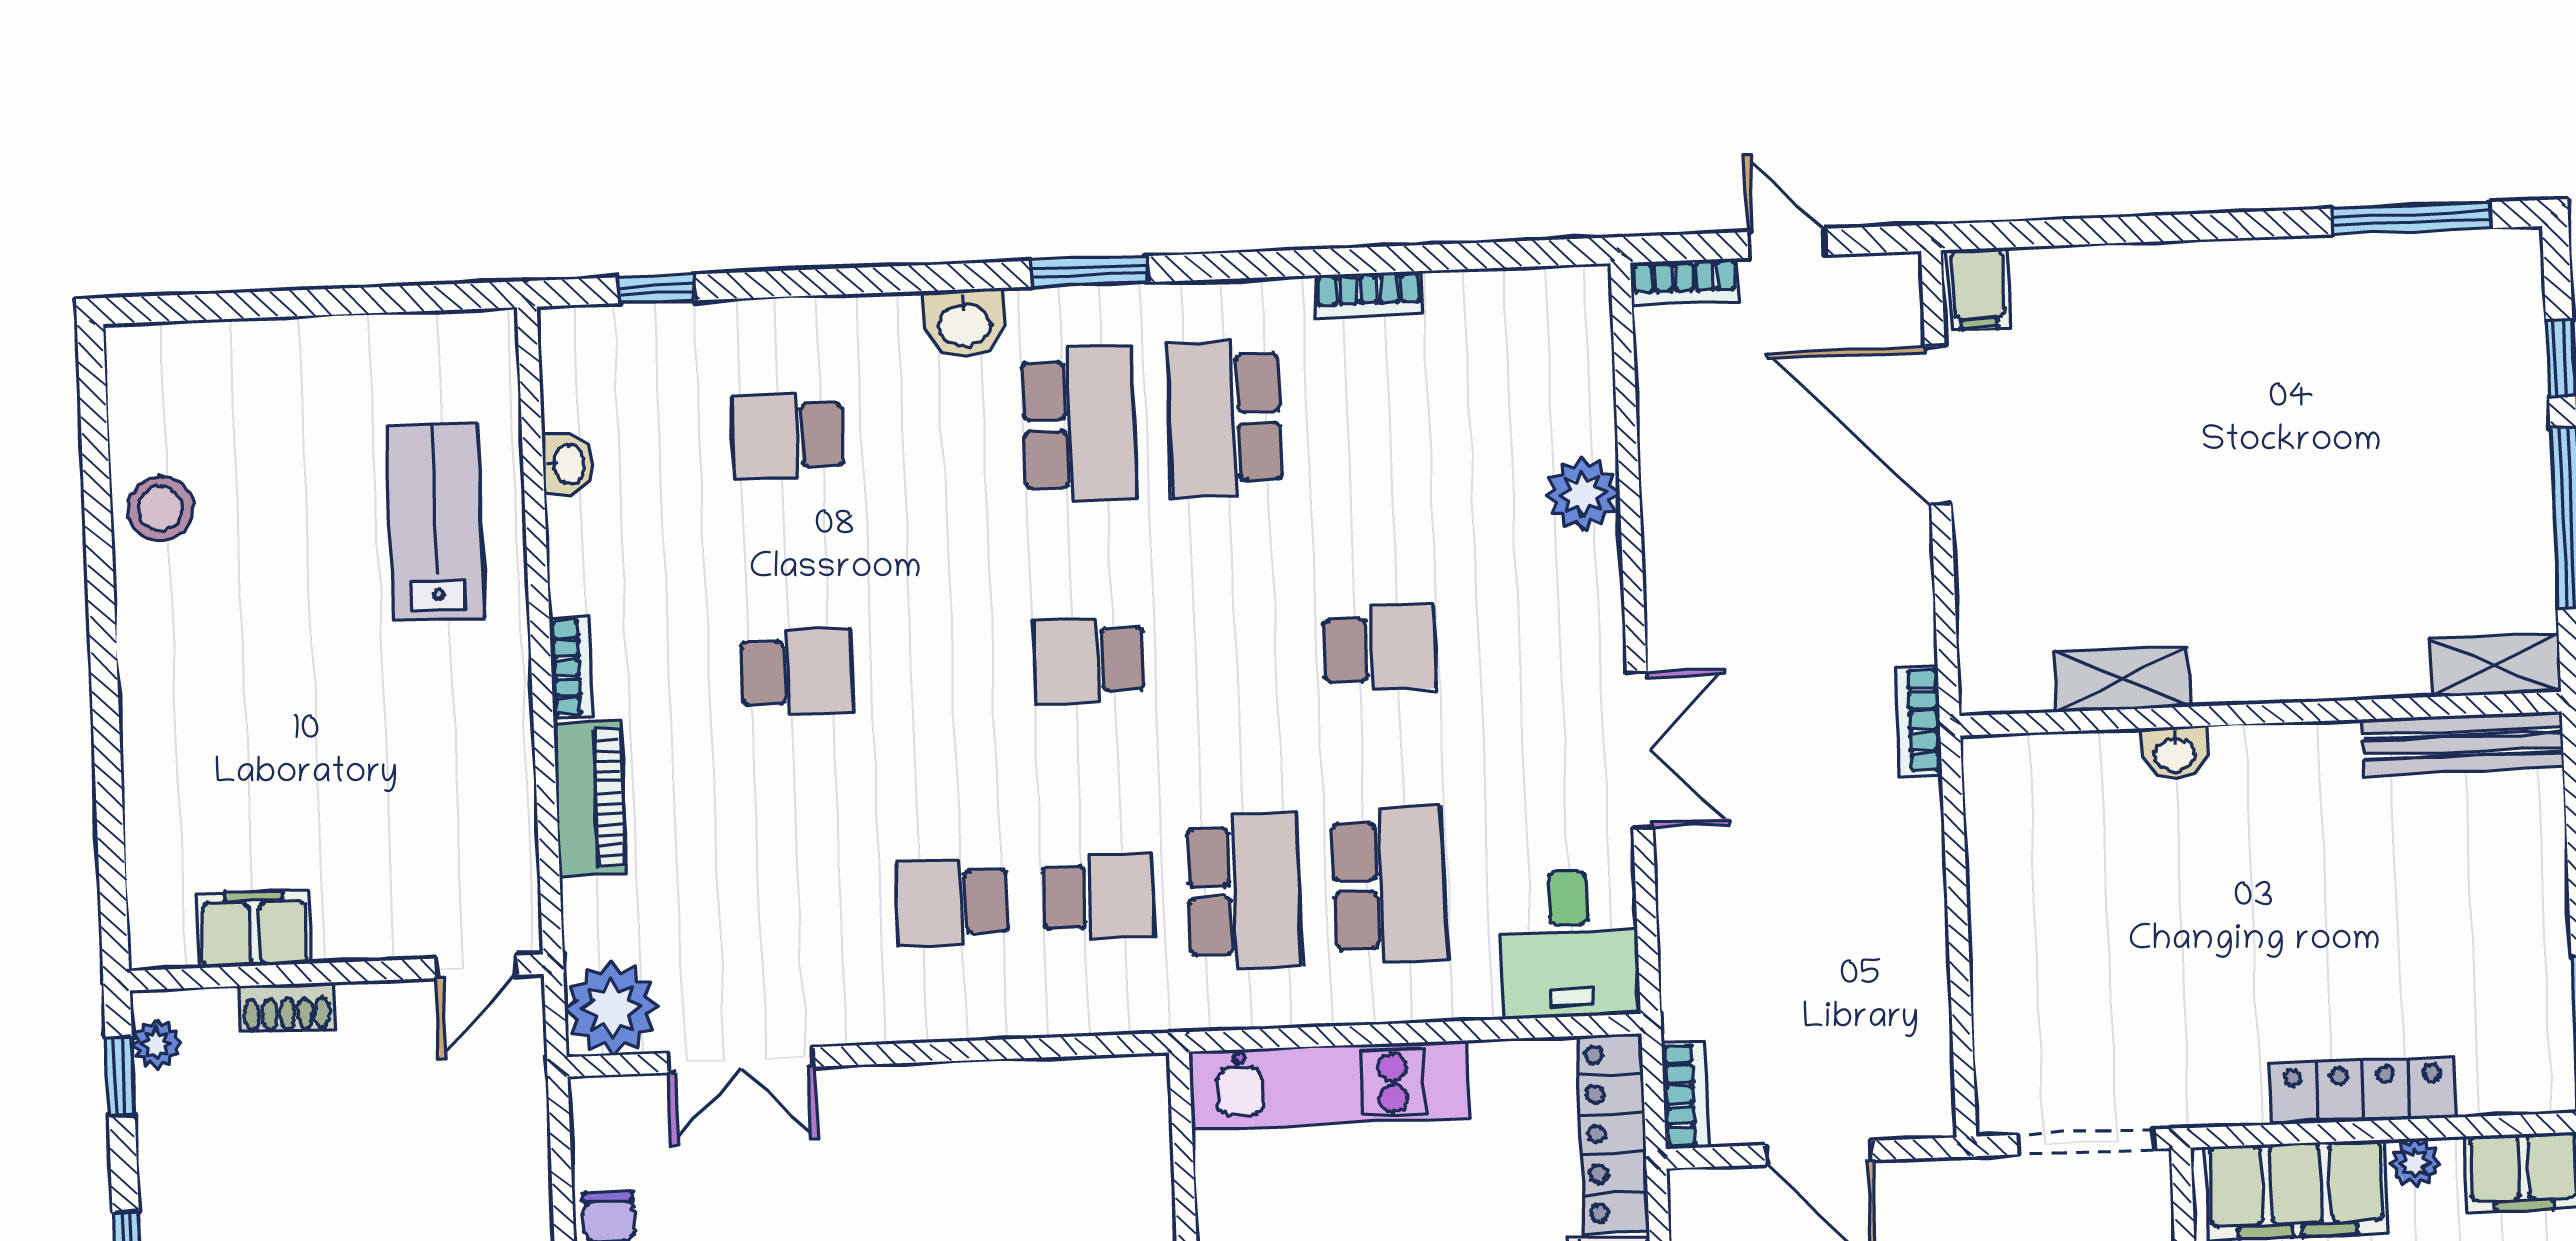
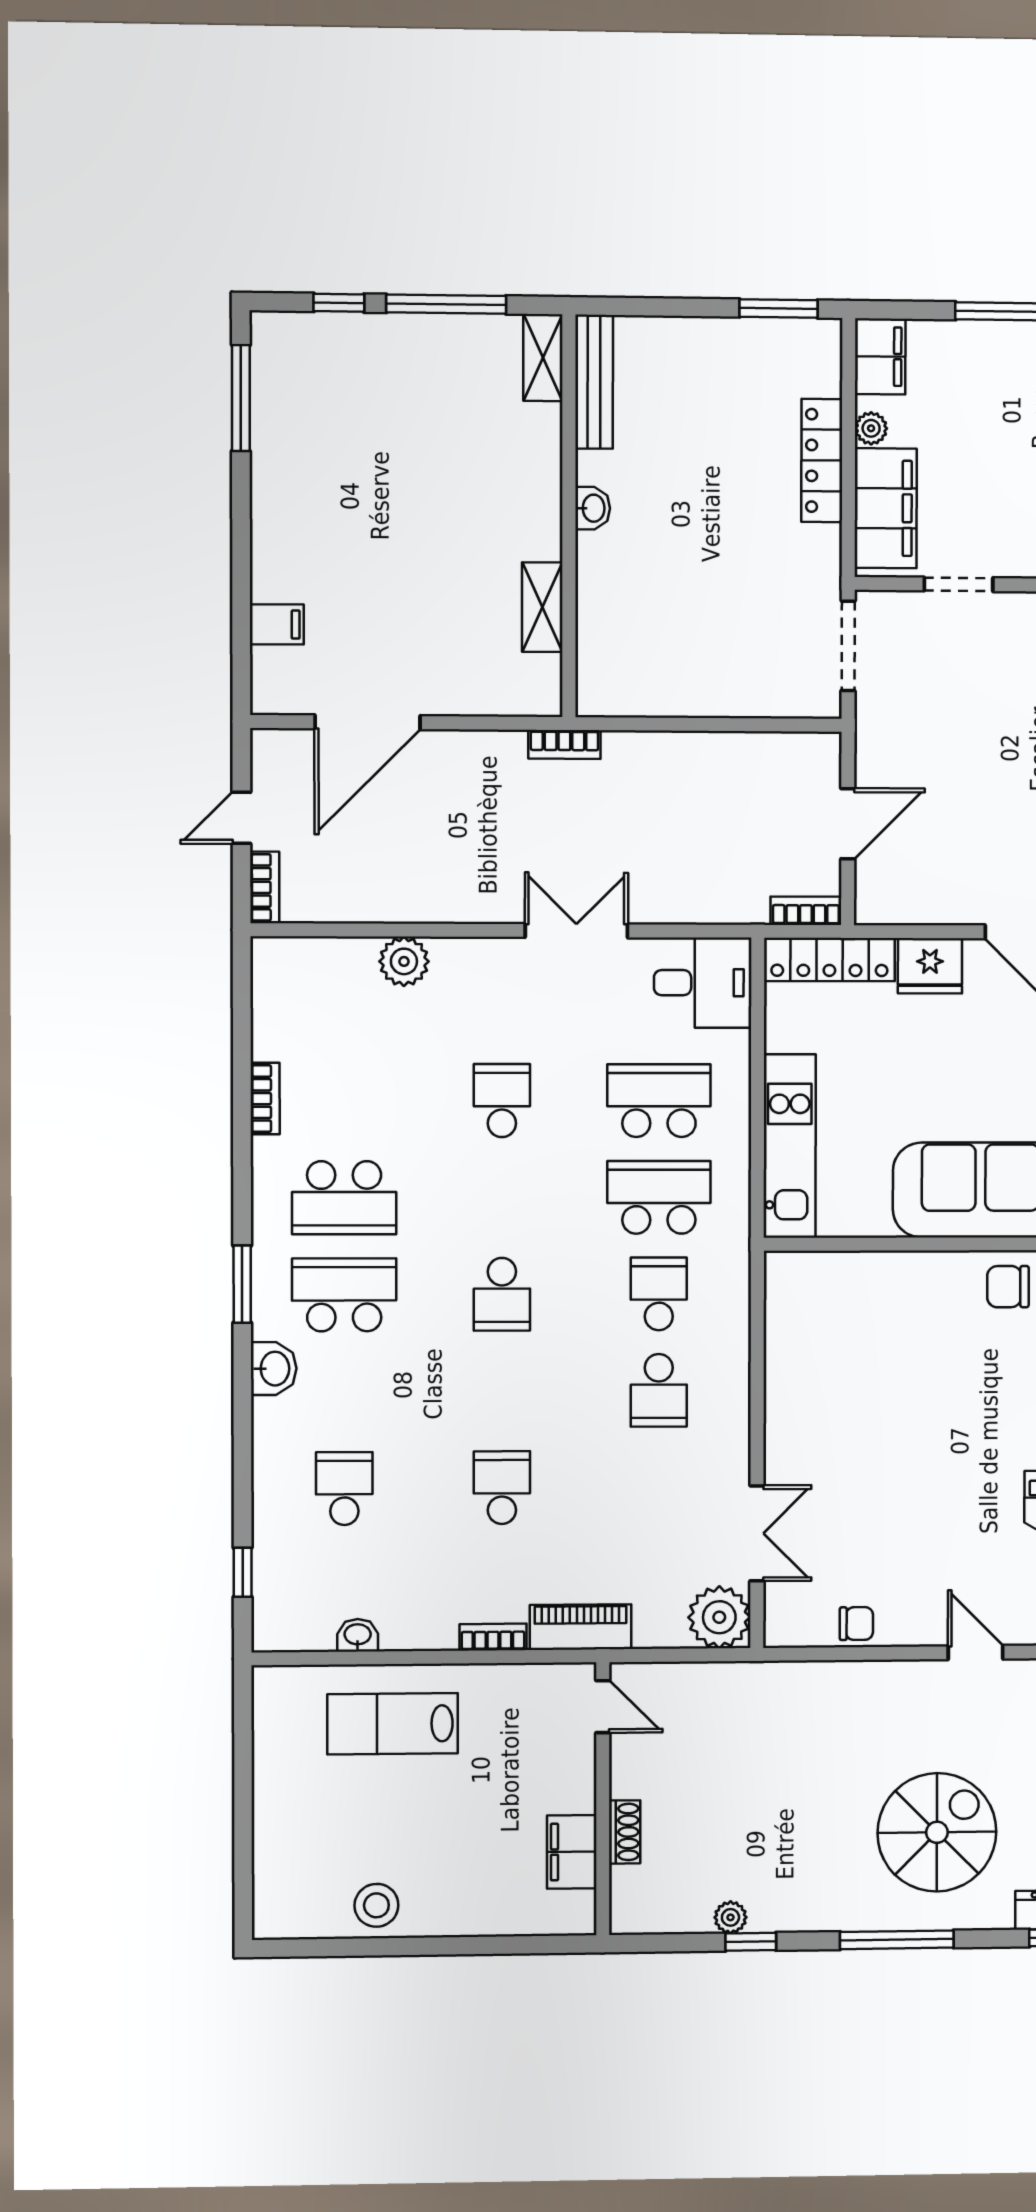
filing cabinet: (1978, 289) -> (277, 624), moved
school desk: (788, 436) -> (344, 1489), turned 180
washbasin: (2175, 753) -> (593, 508), moved
filing cabinet: (255, 929) -> (572, 1852), moved
door: (476, 967) -> (603, 1707), moved
wall: (336, 972) -> (603, 1799), moved
shoe rack: (287, 1008) -> (625, 1832), moved

